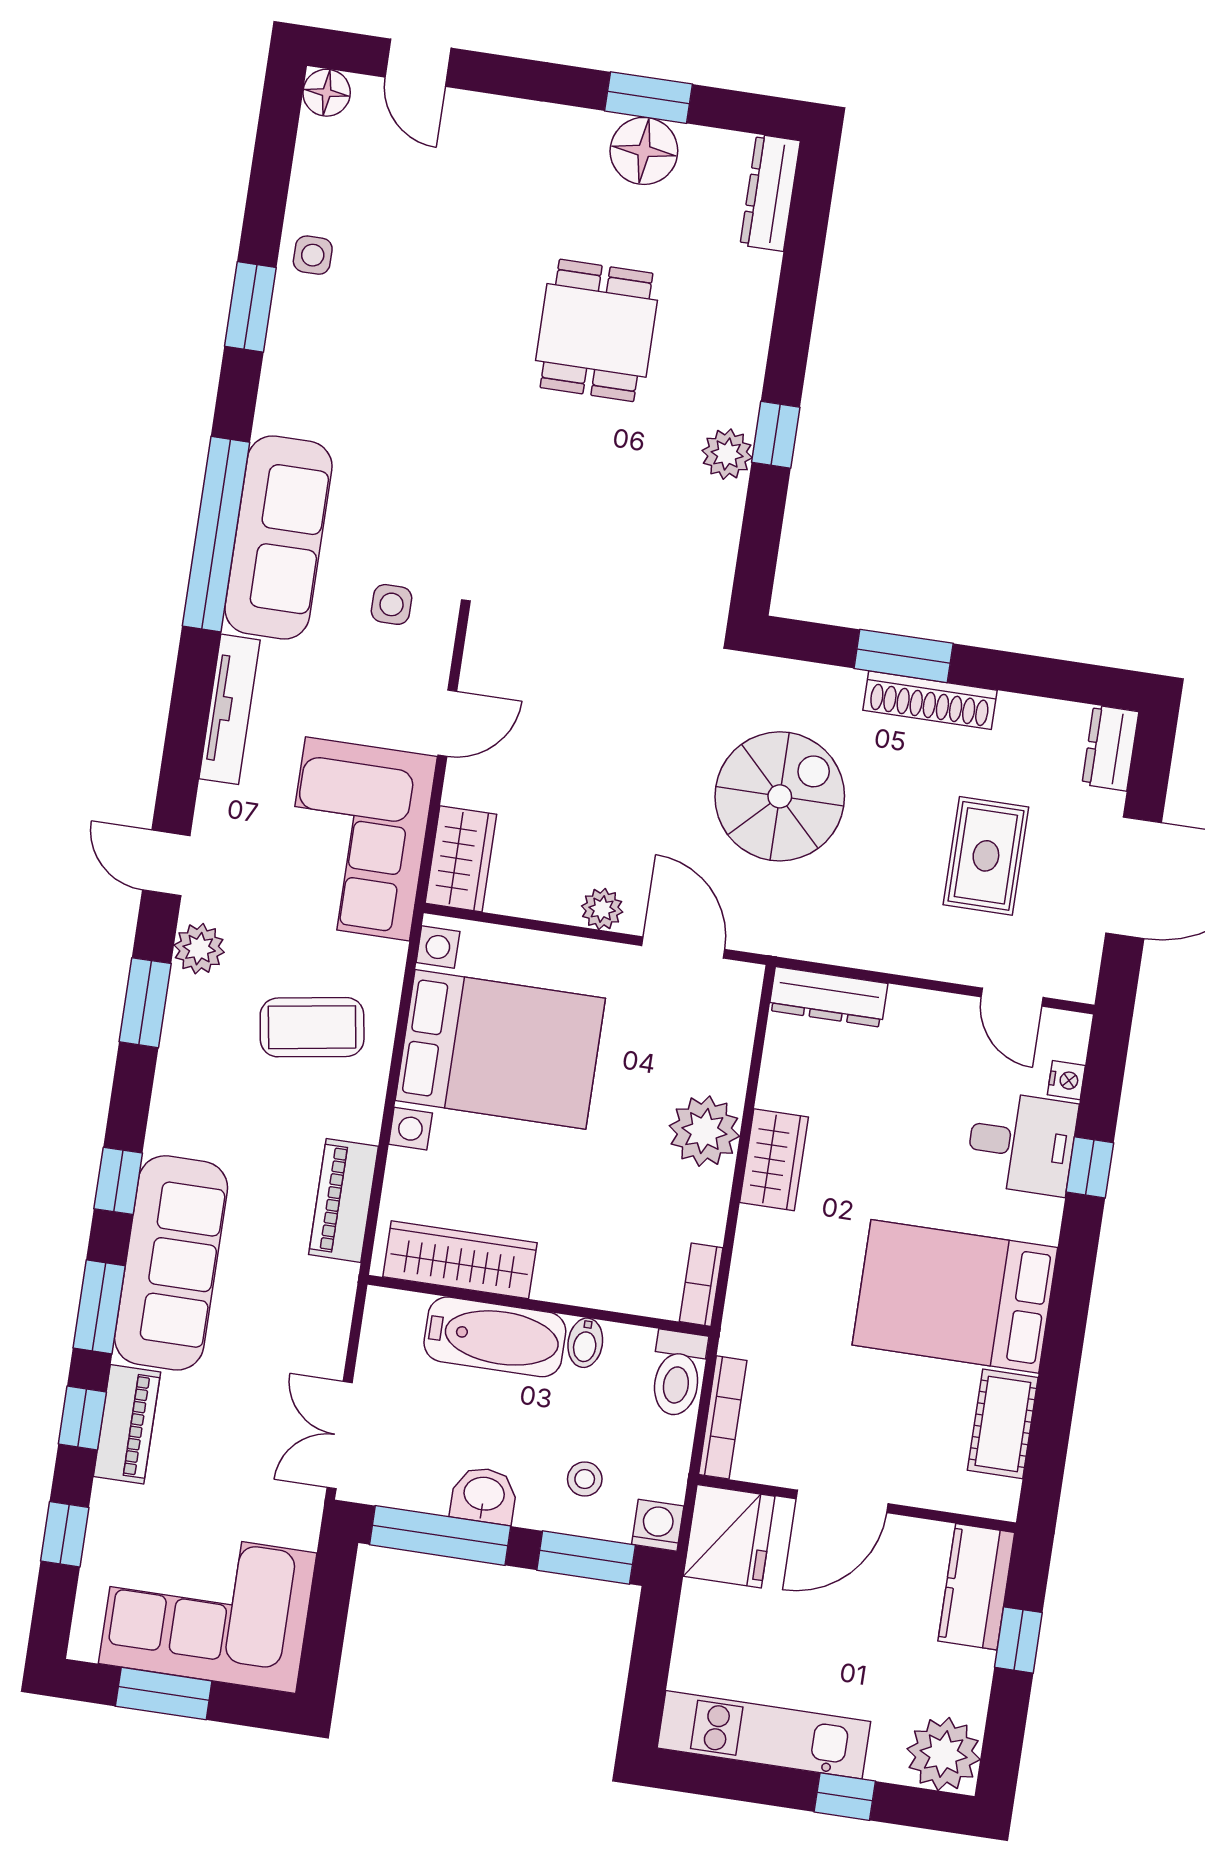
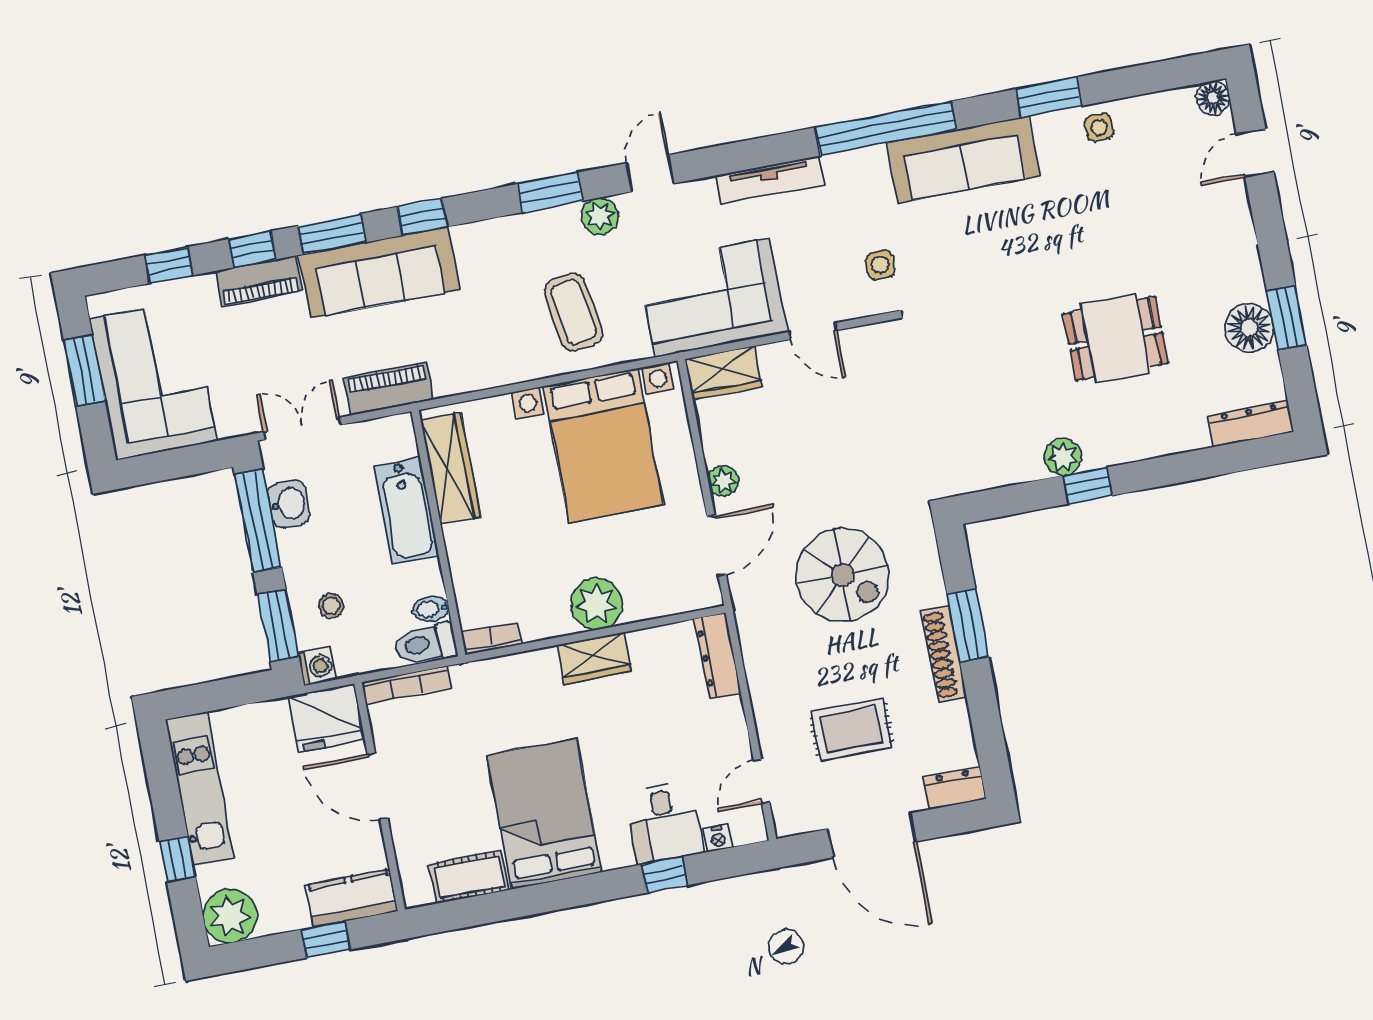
sofa: (278, 537) -> (963, 159), moved
piano: (344, 1200) -> (389, 389), moved
bidet: (585, 1343) -> (431, 609), moved
washbasin: (484, 1495) -> (289, 504), moved

